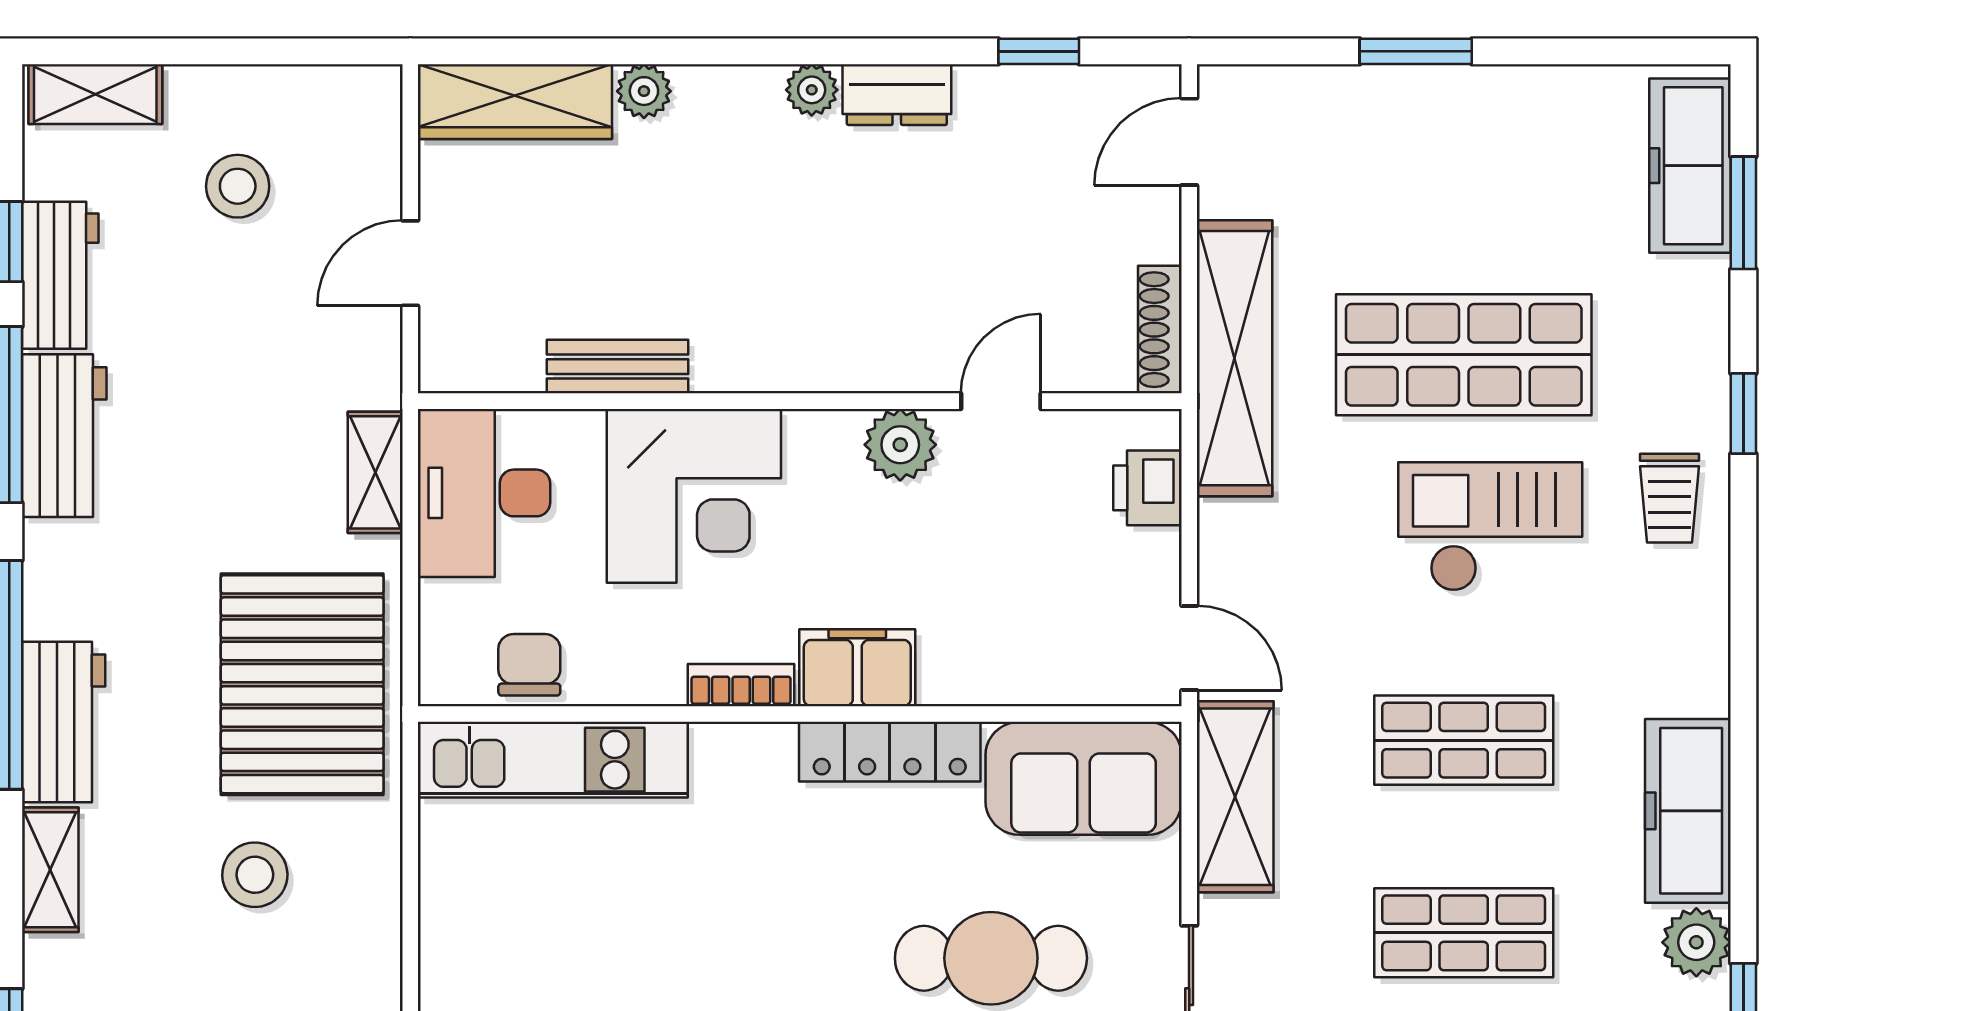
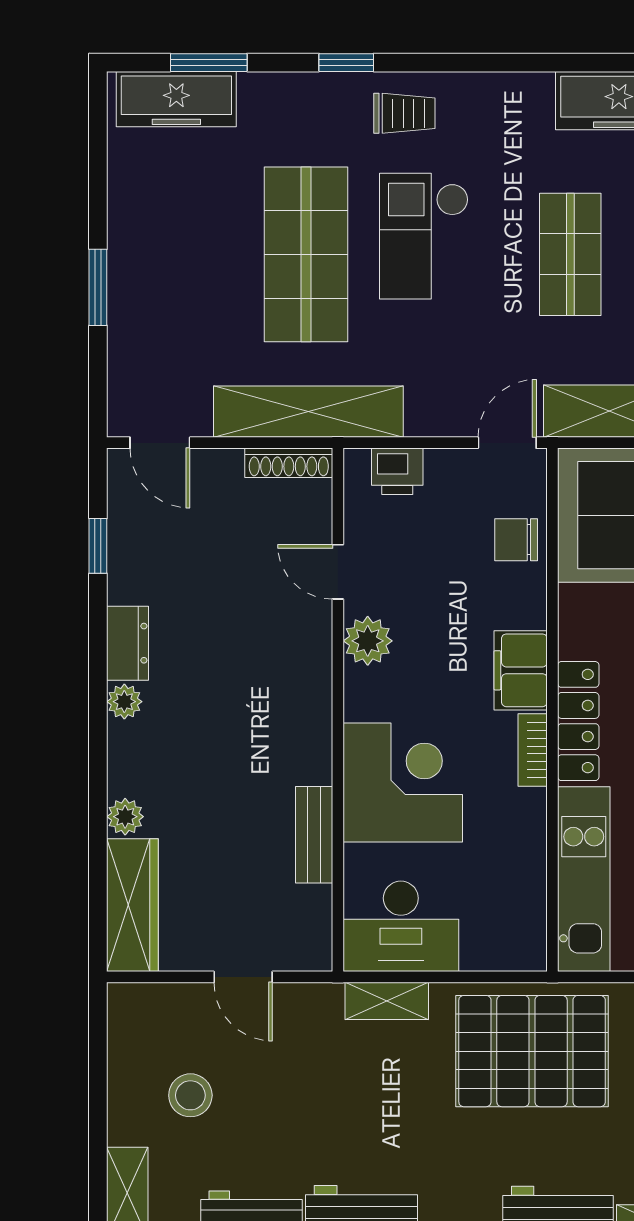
chair: (529, 665) -> (516, 540), moved
locker: (890, 752) -> (578, 721), moved

